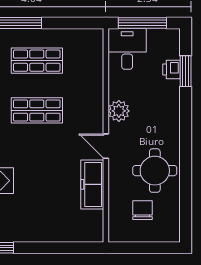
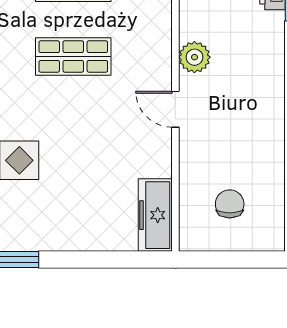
round table: (155, 171) -> (248, 145), removed
freezer: (92, 184) -> (155, 215), moved

